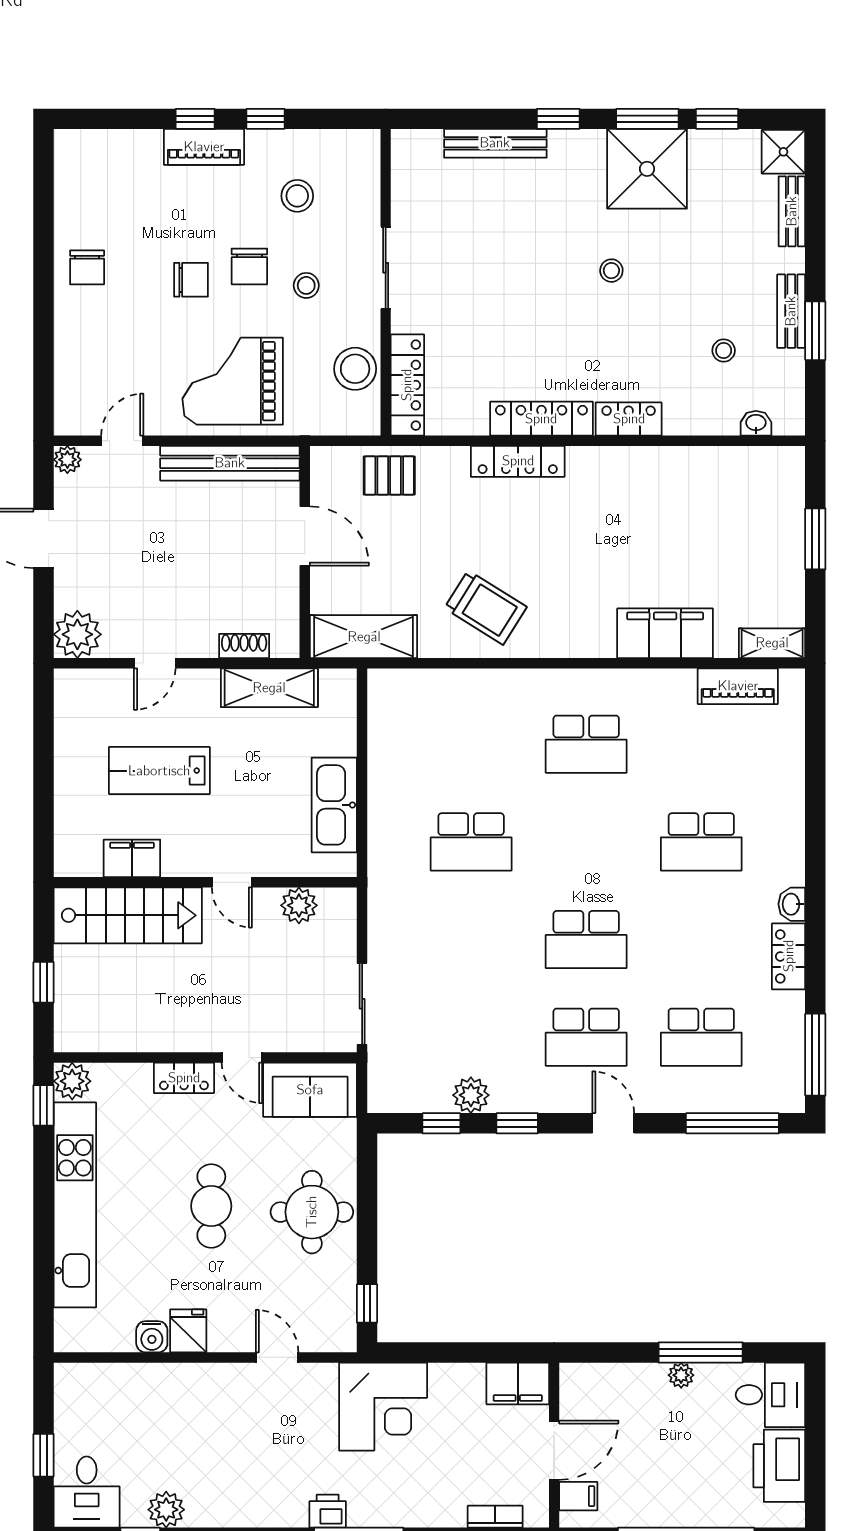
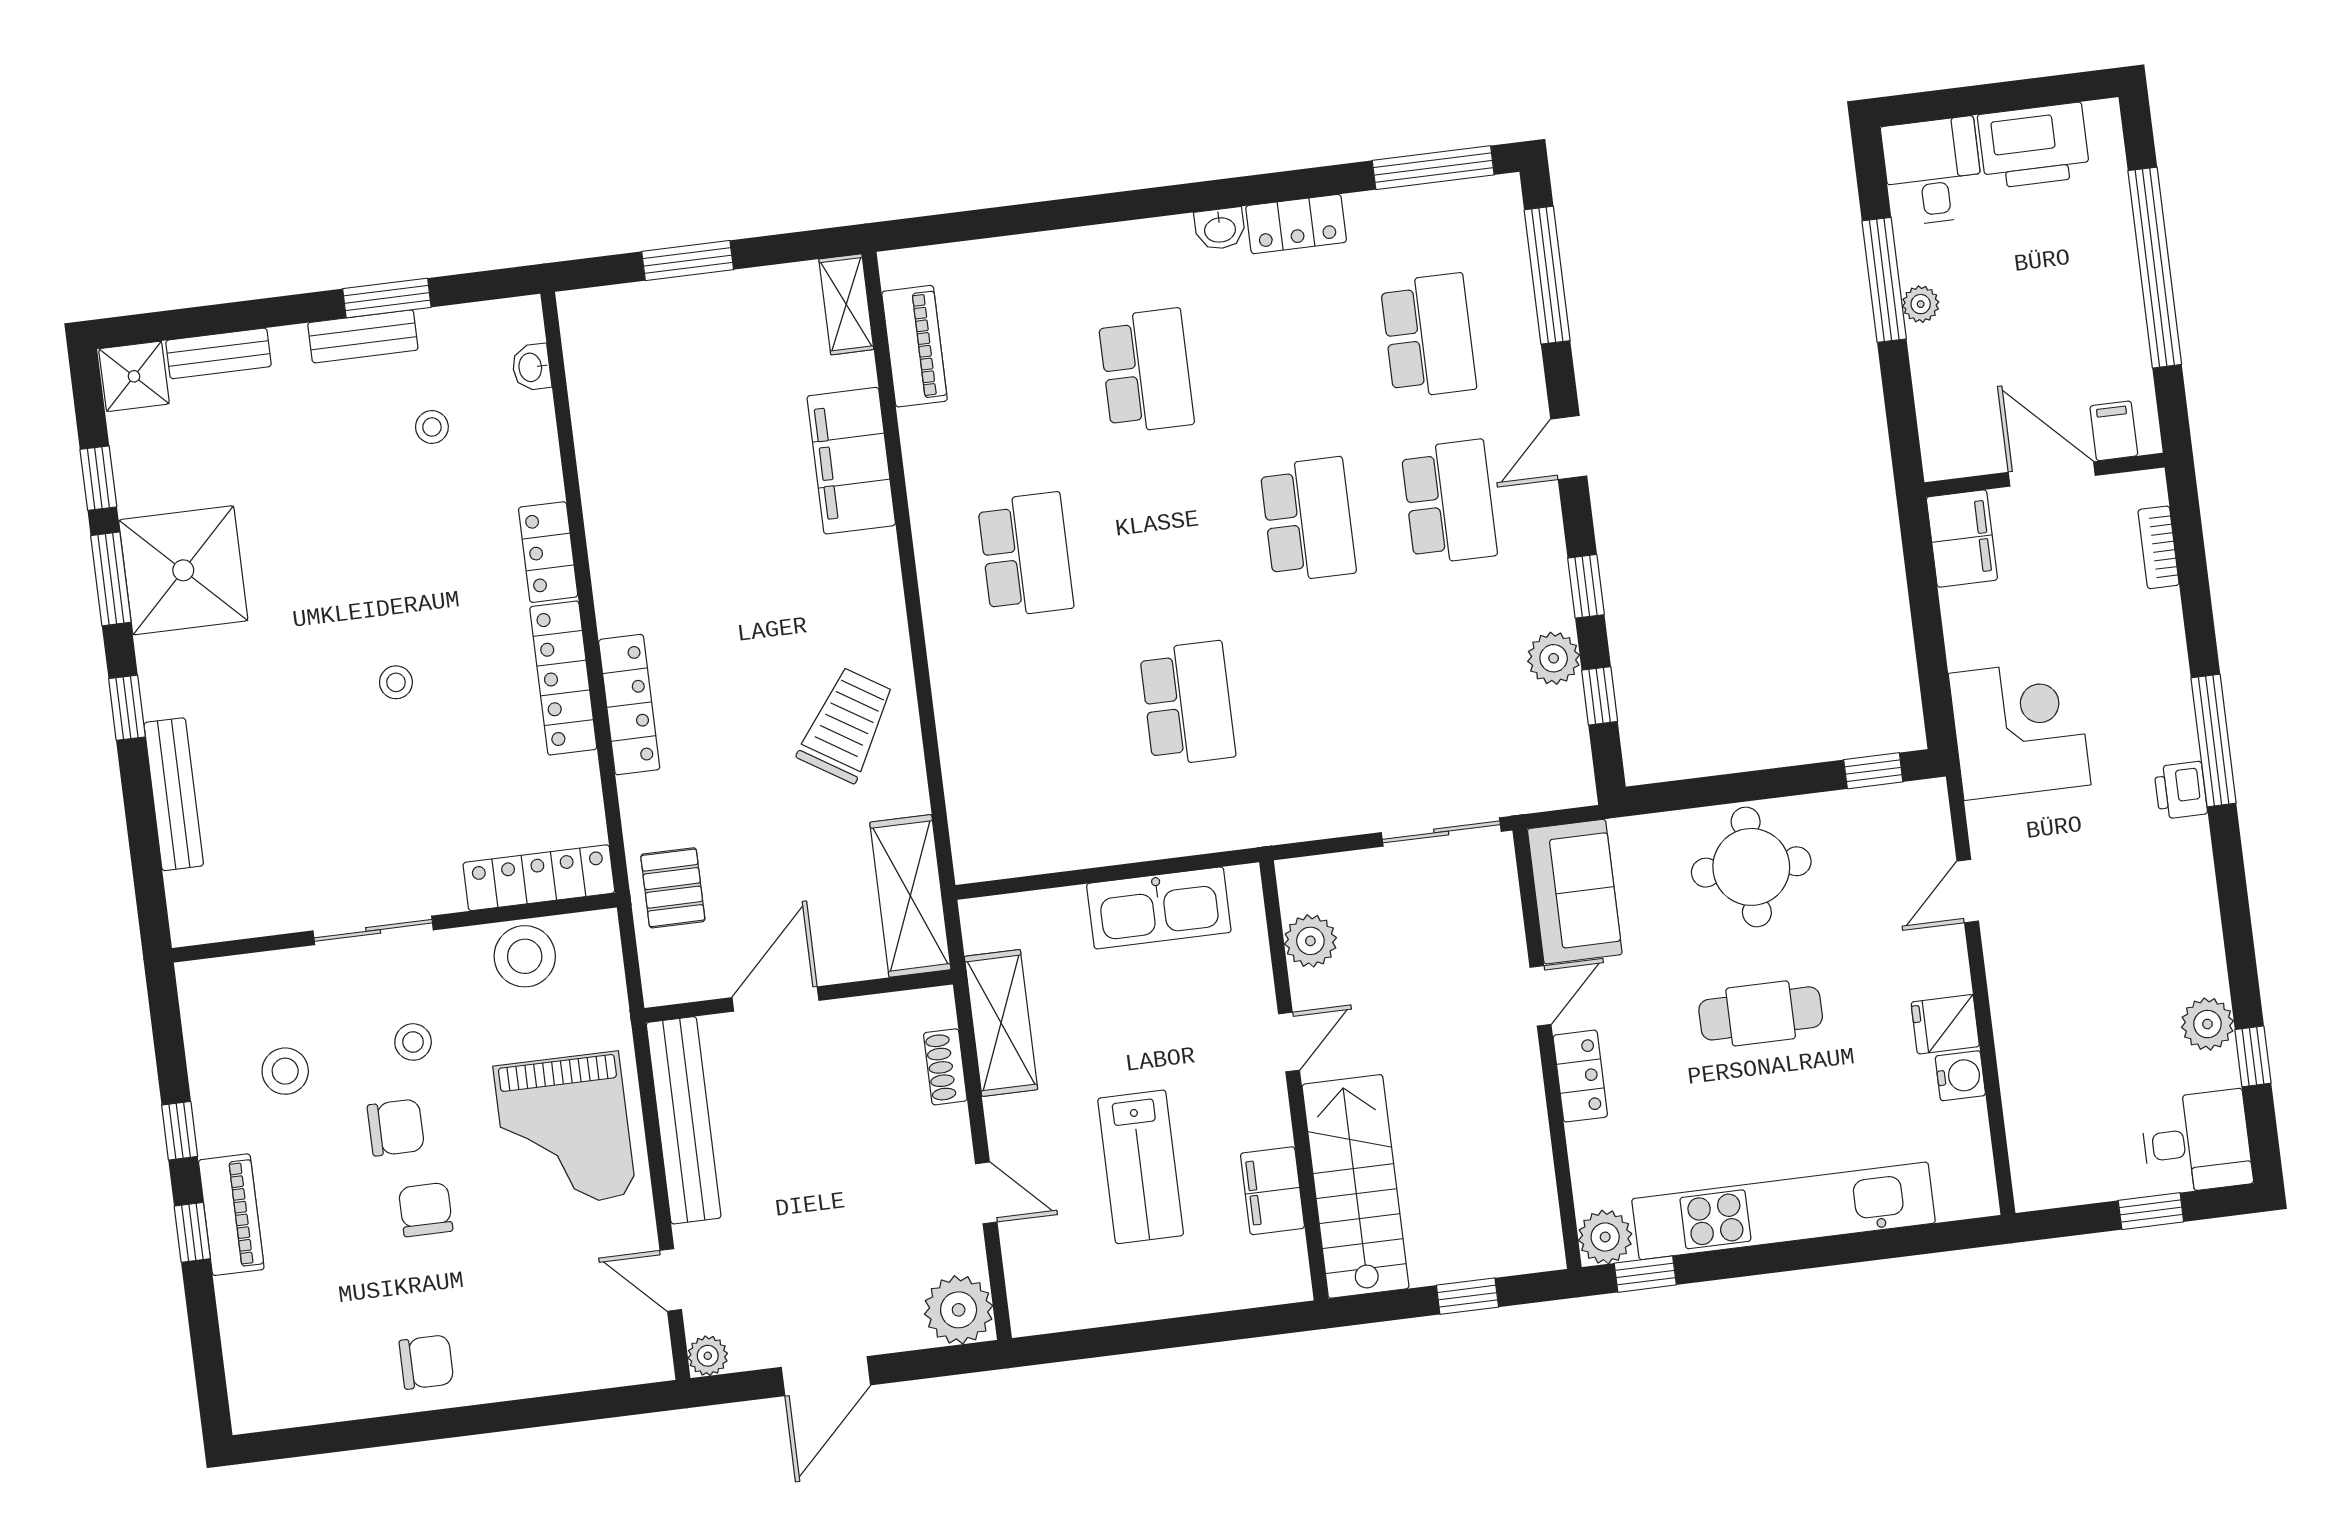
stool: (611, 271) -> (396, 682), moved

